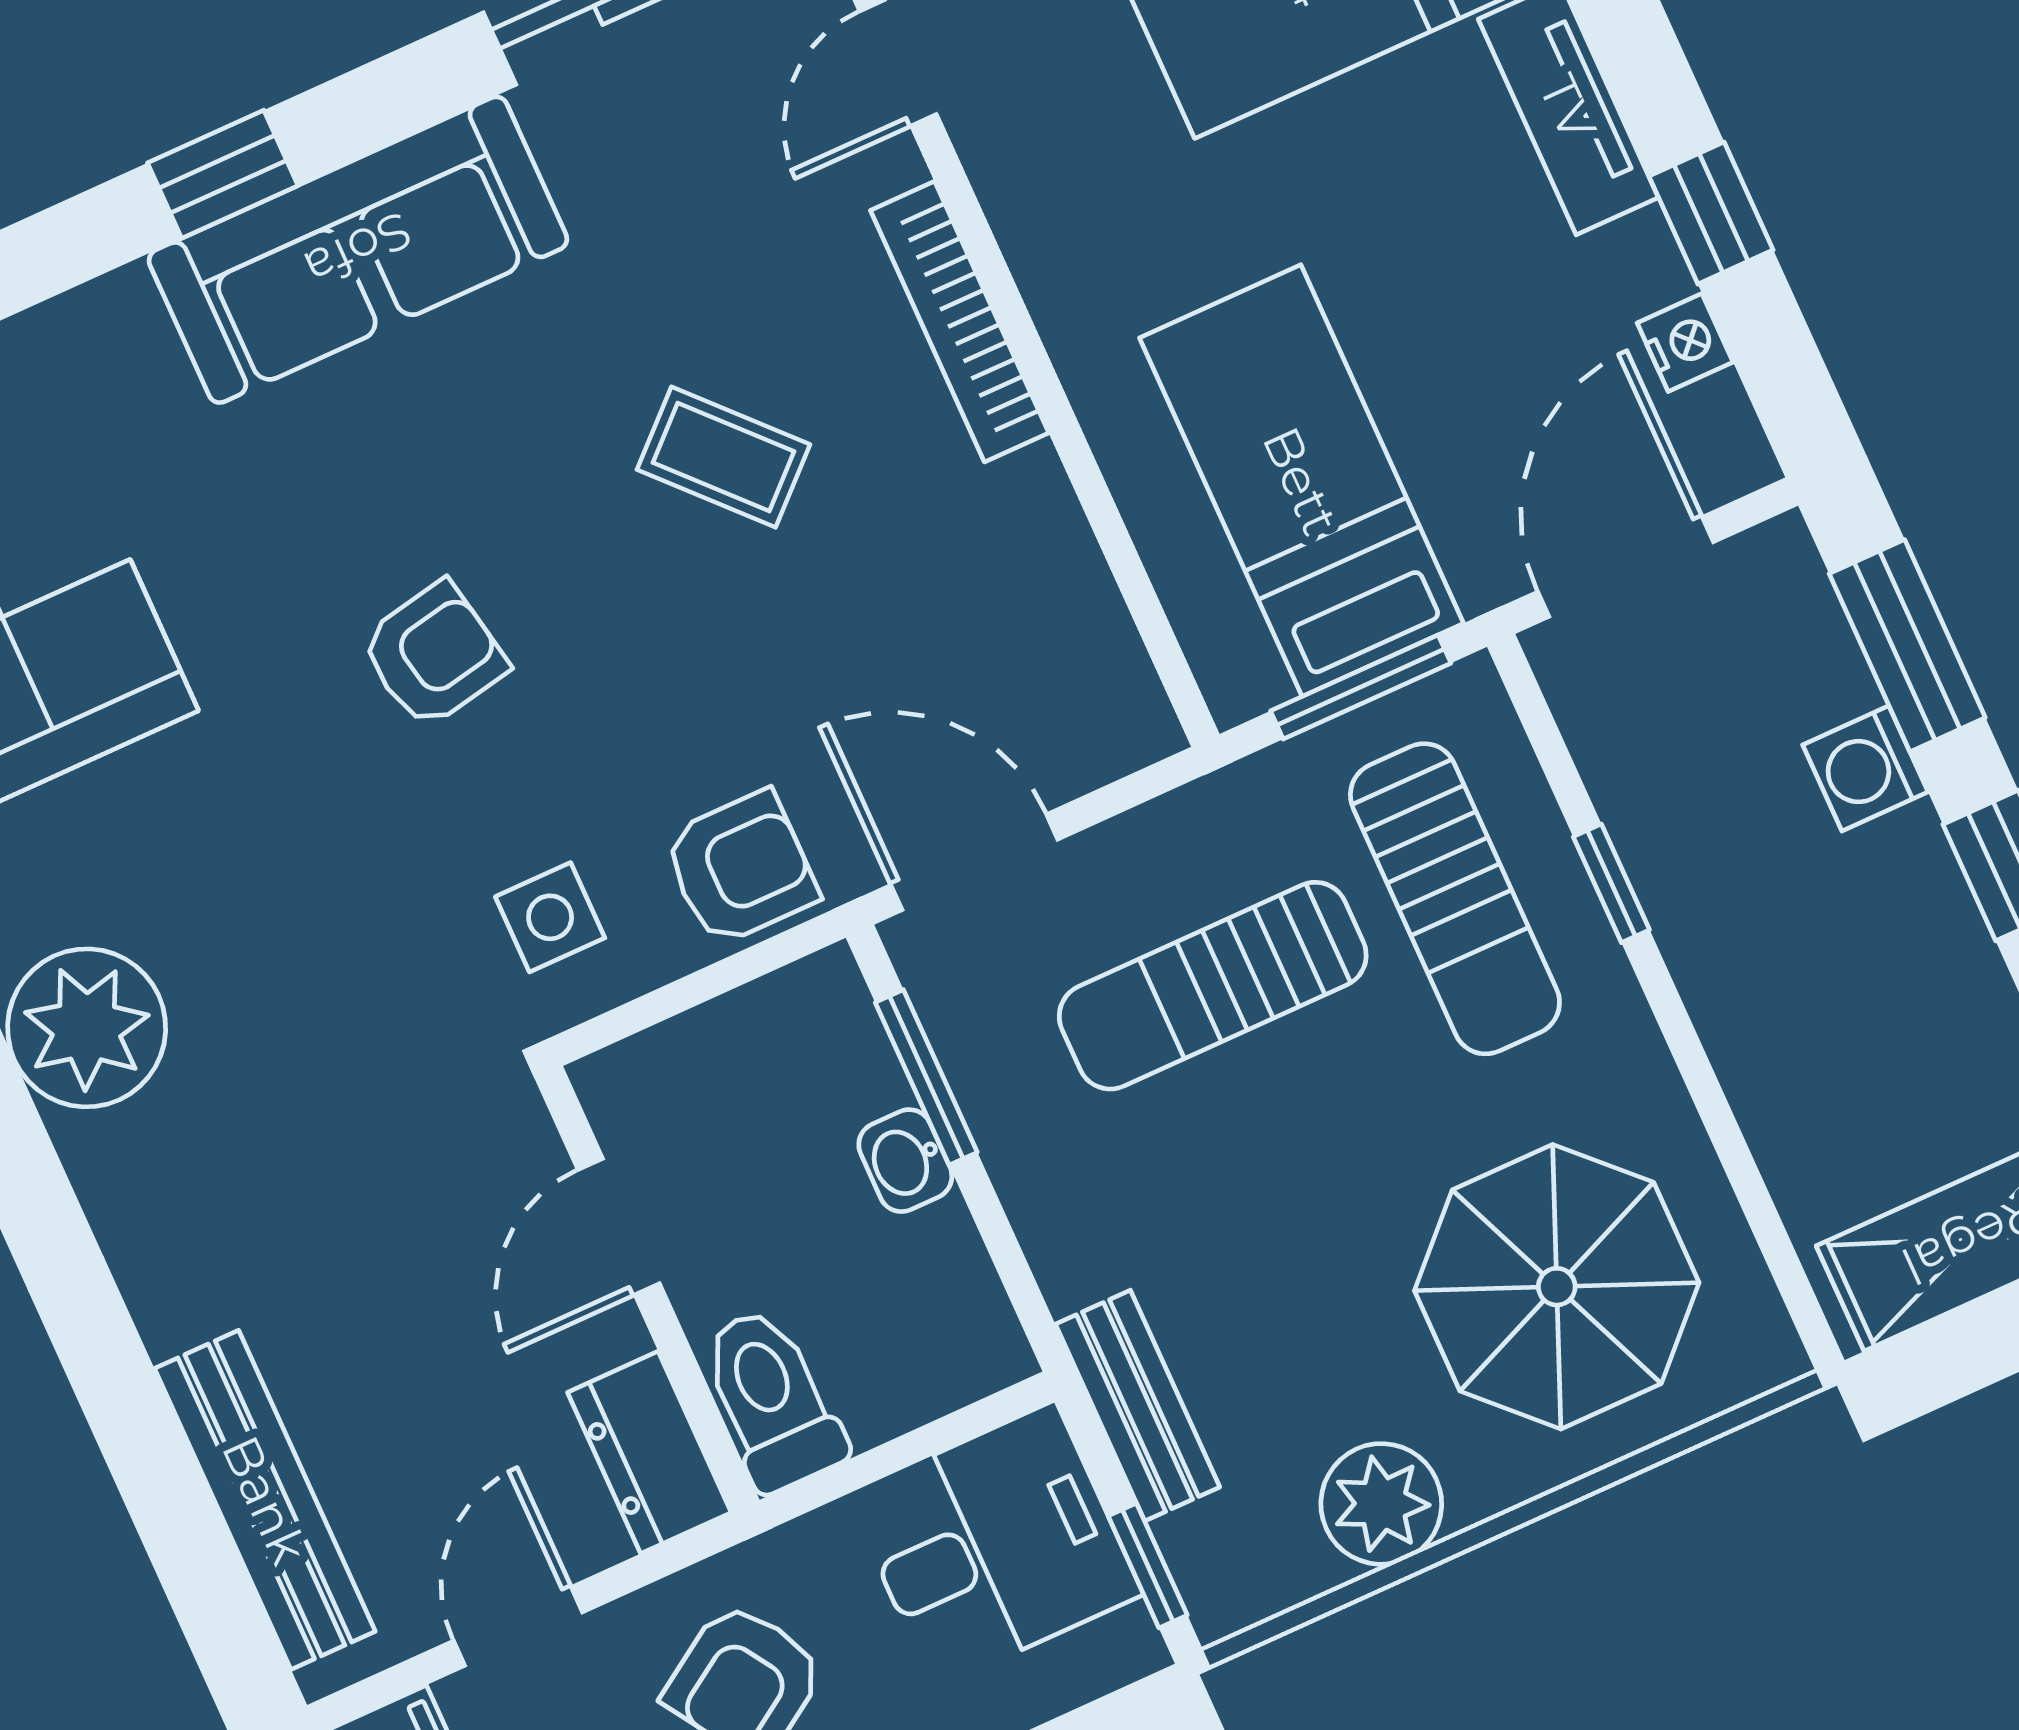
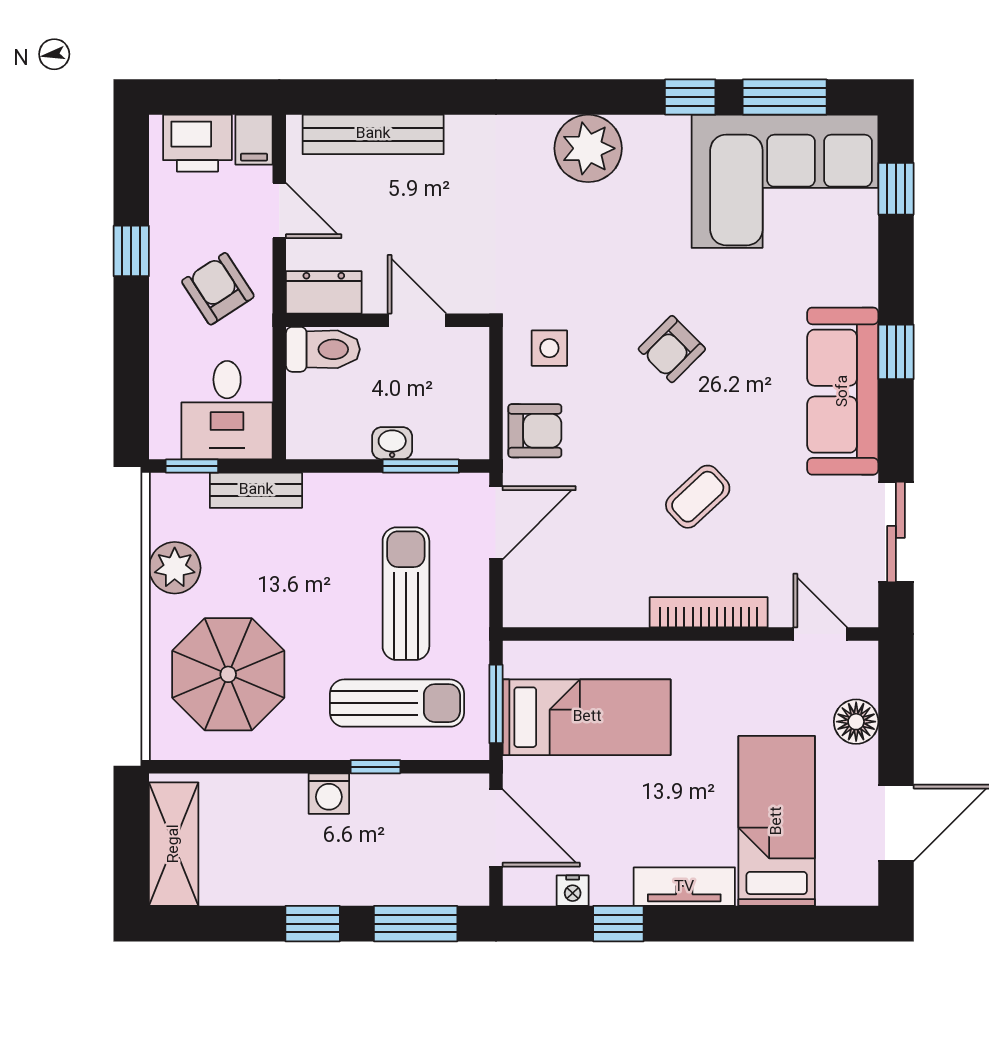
armchair: (434, 655) -> (672, 349), turned 56
washing machine: (1865, 768) -> (329, 794), moved, turned 180
armchair: (740, 868) -> (535, 431), turned -90
sun lounger: (1455, 899) -> (397, 703), turned 180

